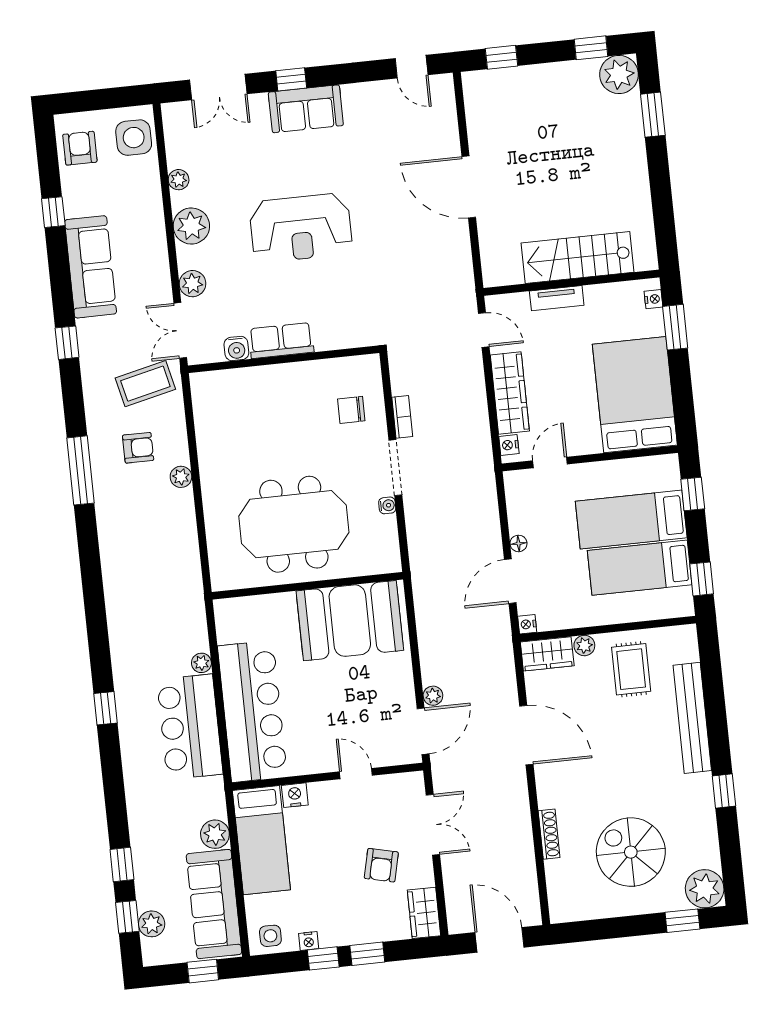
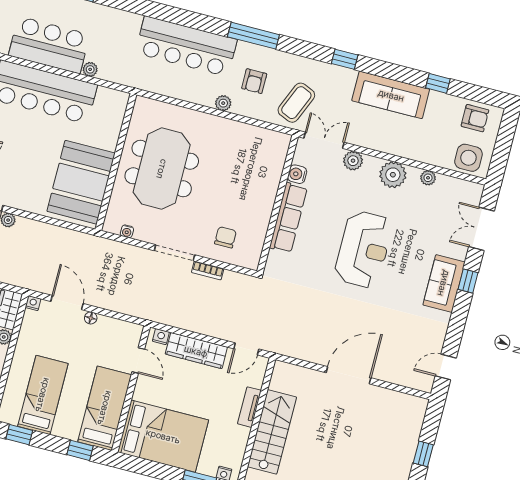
window: (501, 57) -> (423, 454), moved
reception desk: (301, 228) -> (364, 249), turned 180
row of seats: (281, 341) -> (288, 218), width x1.48
coffee table: (145, 384) -> (296, 103), turned 36
water cooler: (387, 505) -> (127, 231), moved
bed: (631, 520) -> (105, 408), moved
bar counter: (126, 551) -> (186, 46), added

